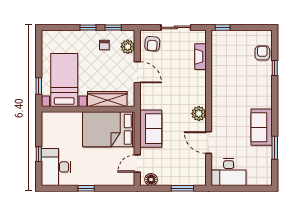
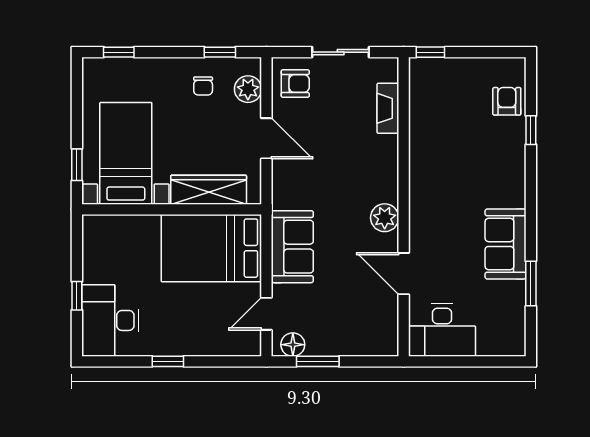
window: (88, 27) -> (119, 52), moved
armchair: (152, 44) -> (295, 84), turned -95
window: (182, 188) -> (318, 361), moved

